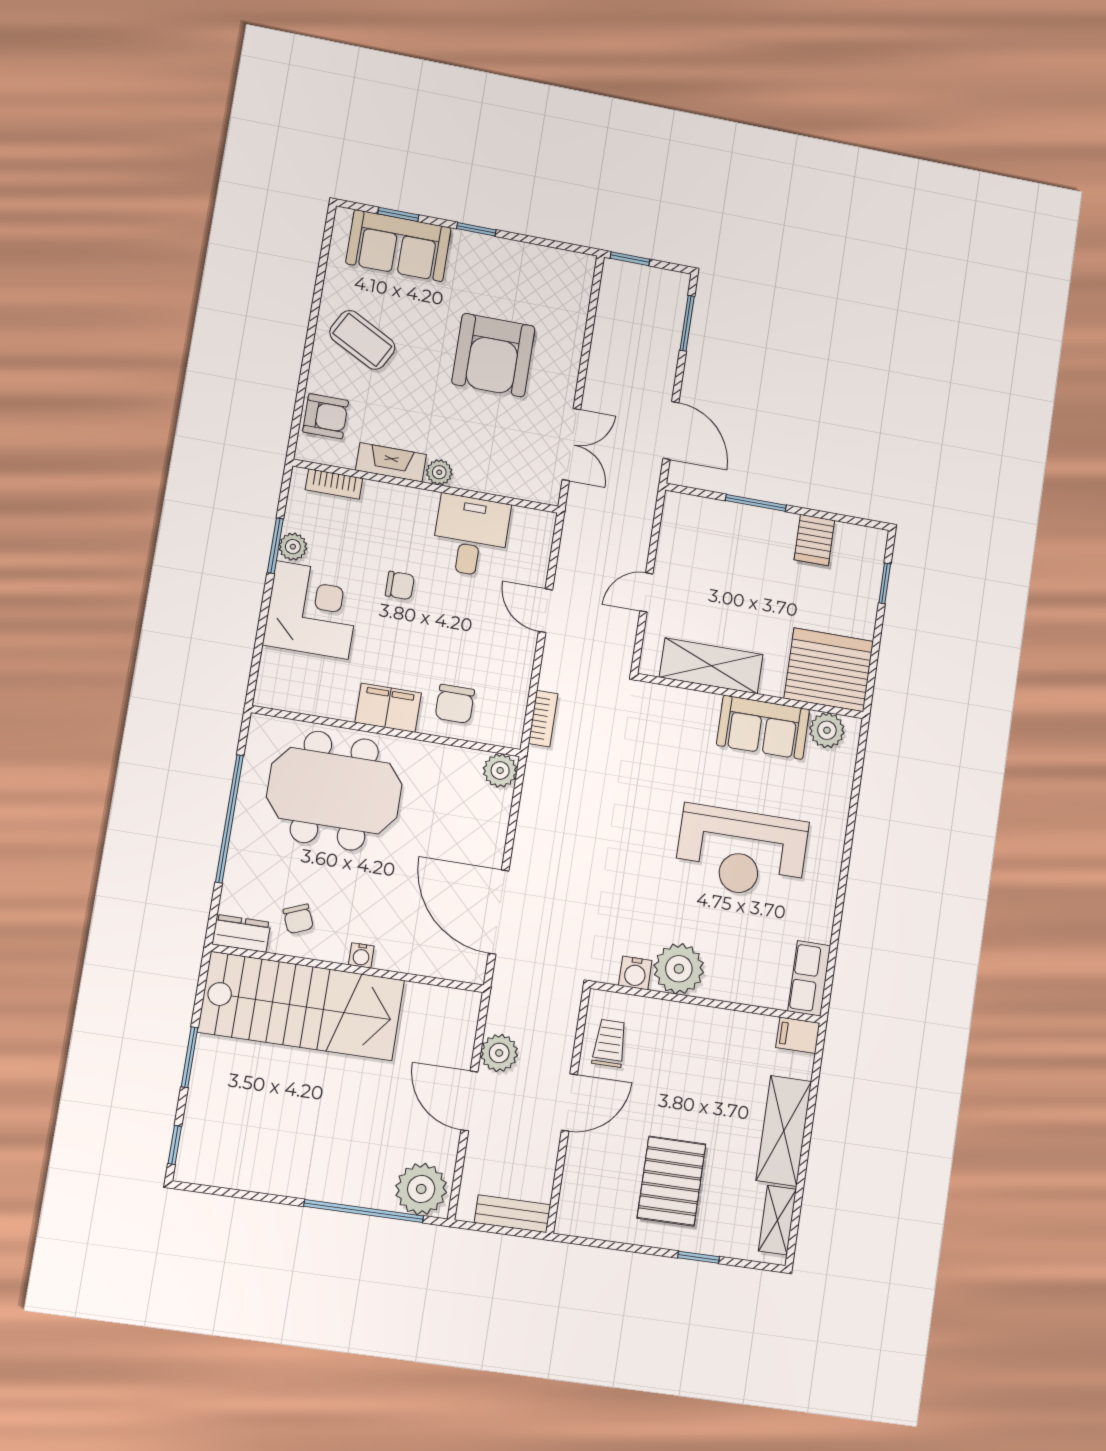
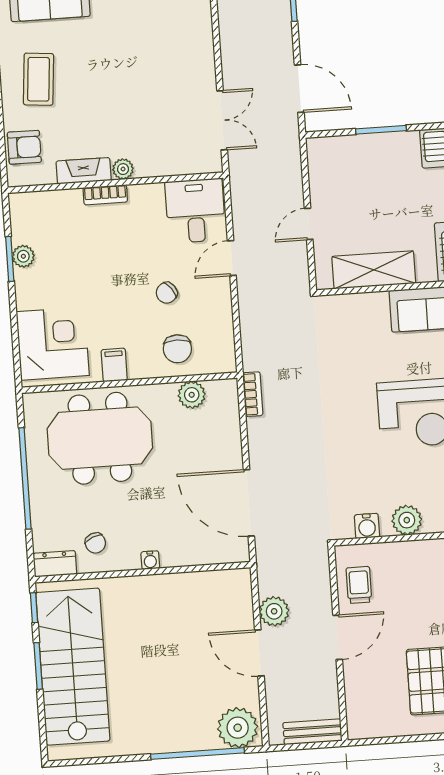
coffee table: (362, 340) -> (38, 79), turned 67
armchair: (493, 355) -> (144, 64), removed
bookcase: (334, 484) -> (105, 195), moved
desk: (471, 536) -> (195, 211), moved
chair: (400, 585) -> (167, 293), moved, turned 144
corner desk: (312, 610) -> (53, 344), moved
door: (546, 611) -> (232, 258), hinge flipped
filing cabinet: (388, 708) -> (114, 365), width x0.50
bookcase: (543, 719) -> (253, 394), moved
plant: (500, 770) -> (192, 395), moved
plant: (679, 969) -> (407, 520), width x0.73, depth x0.73
stairs: (302, 1006) -> (73, 667), moved, turned -90
window: (175, 1145) -> (34, 608), moved

